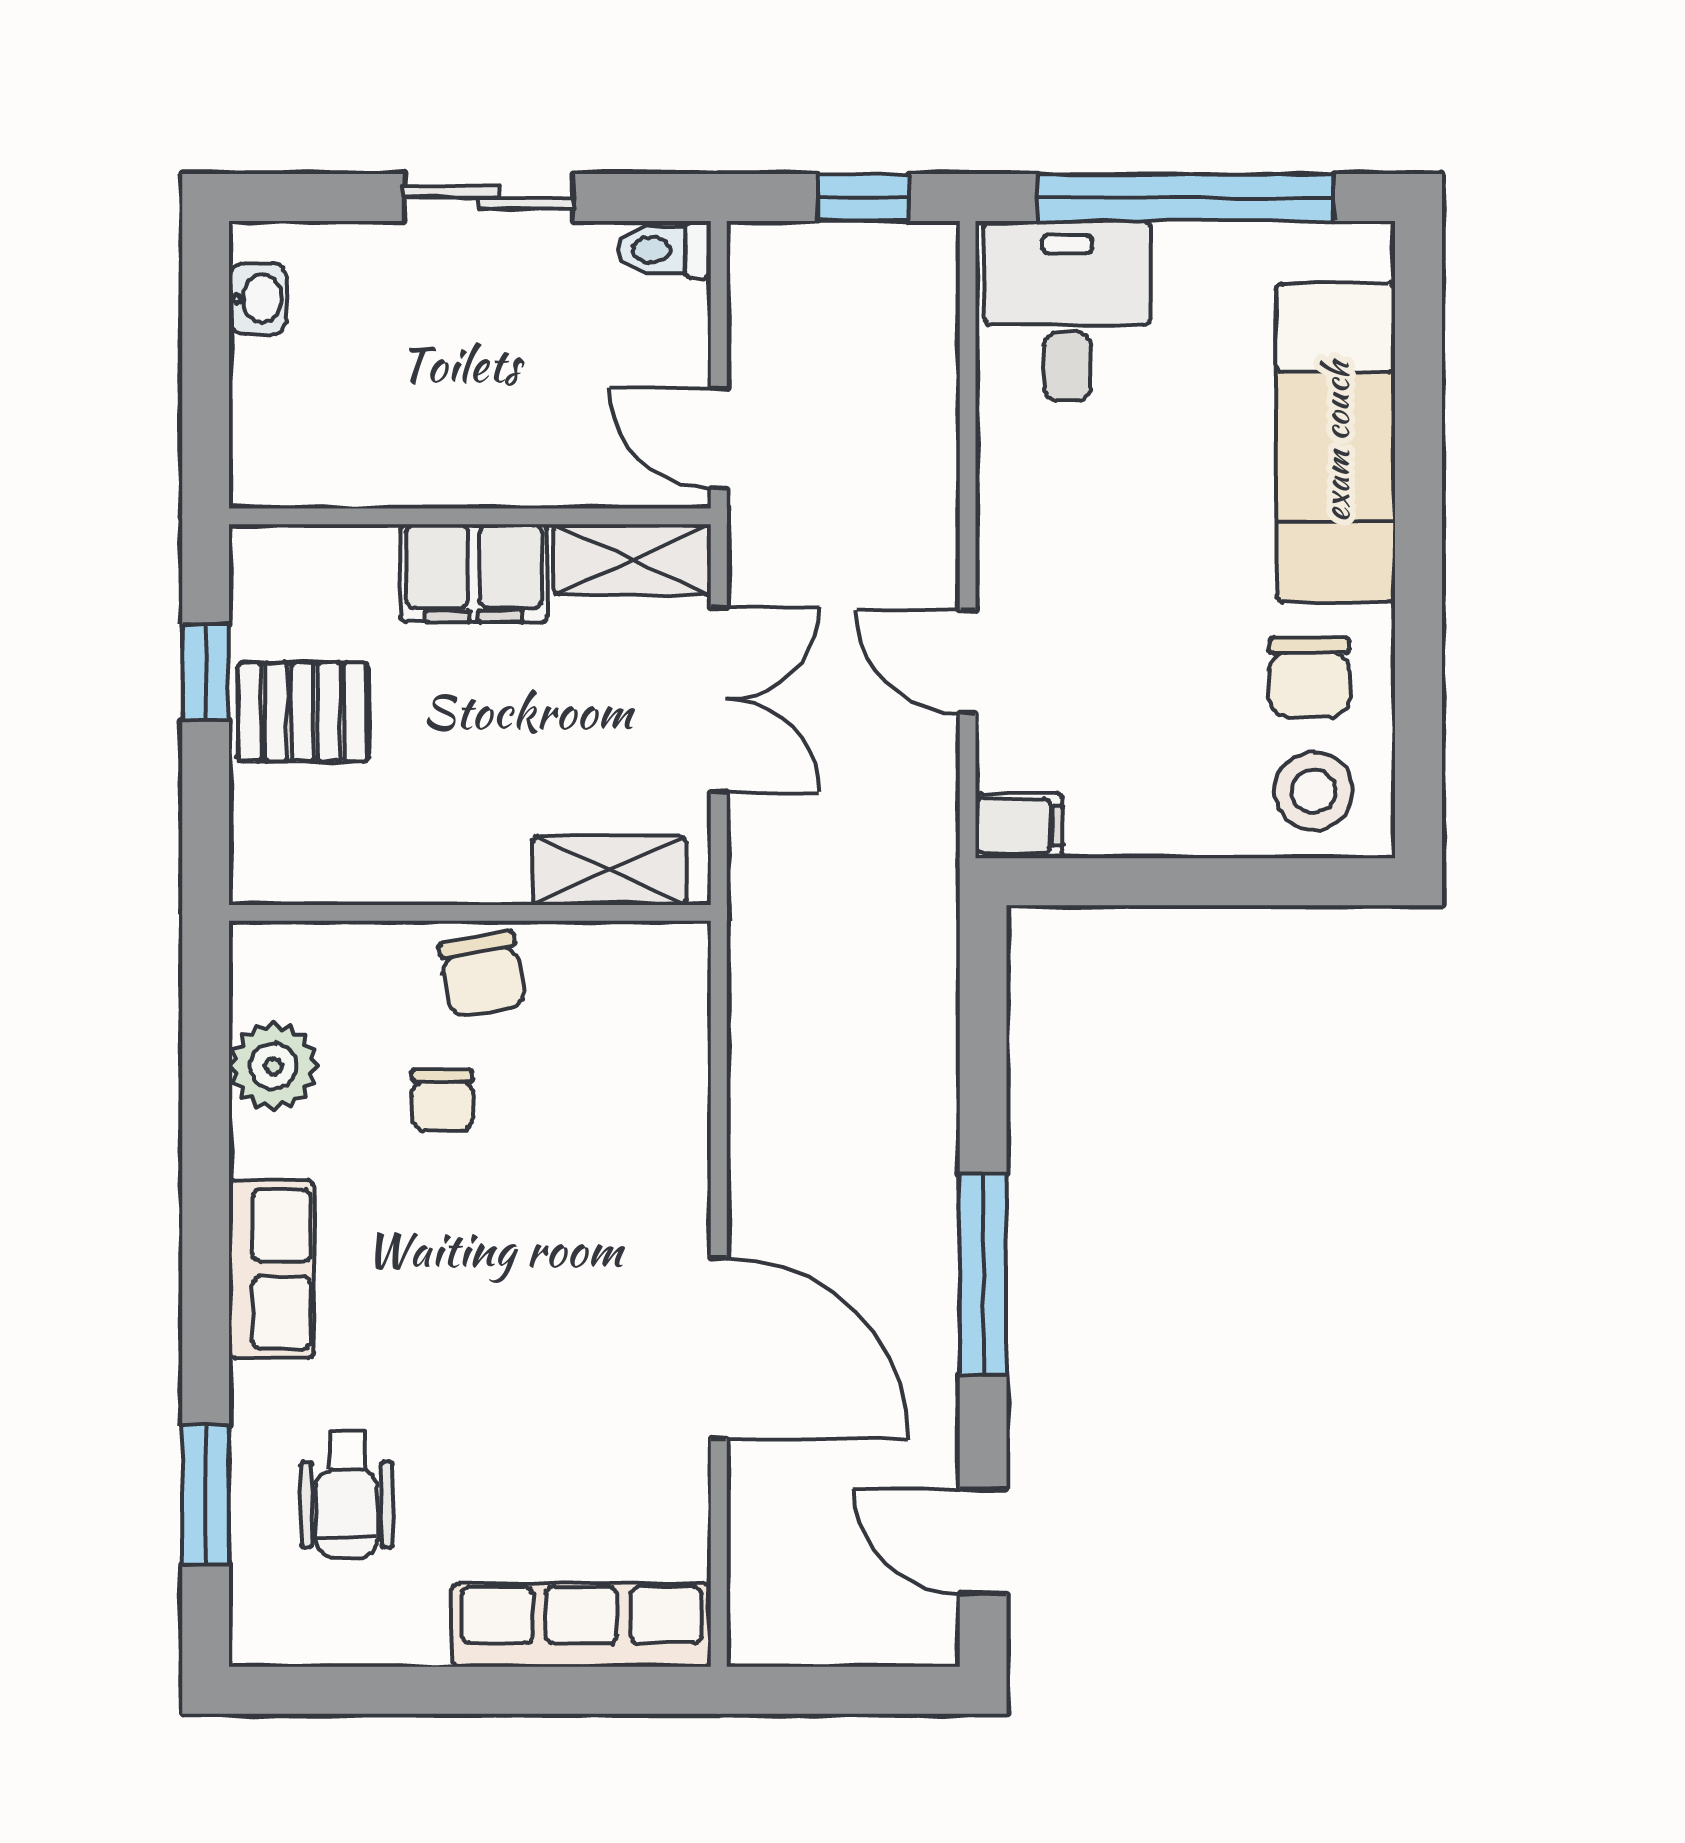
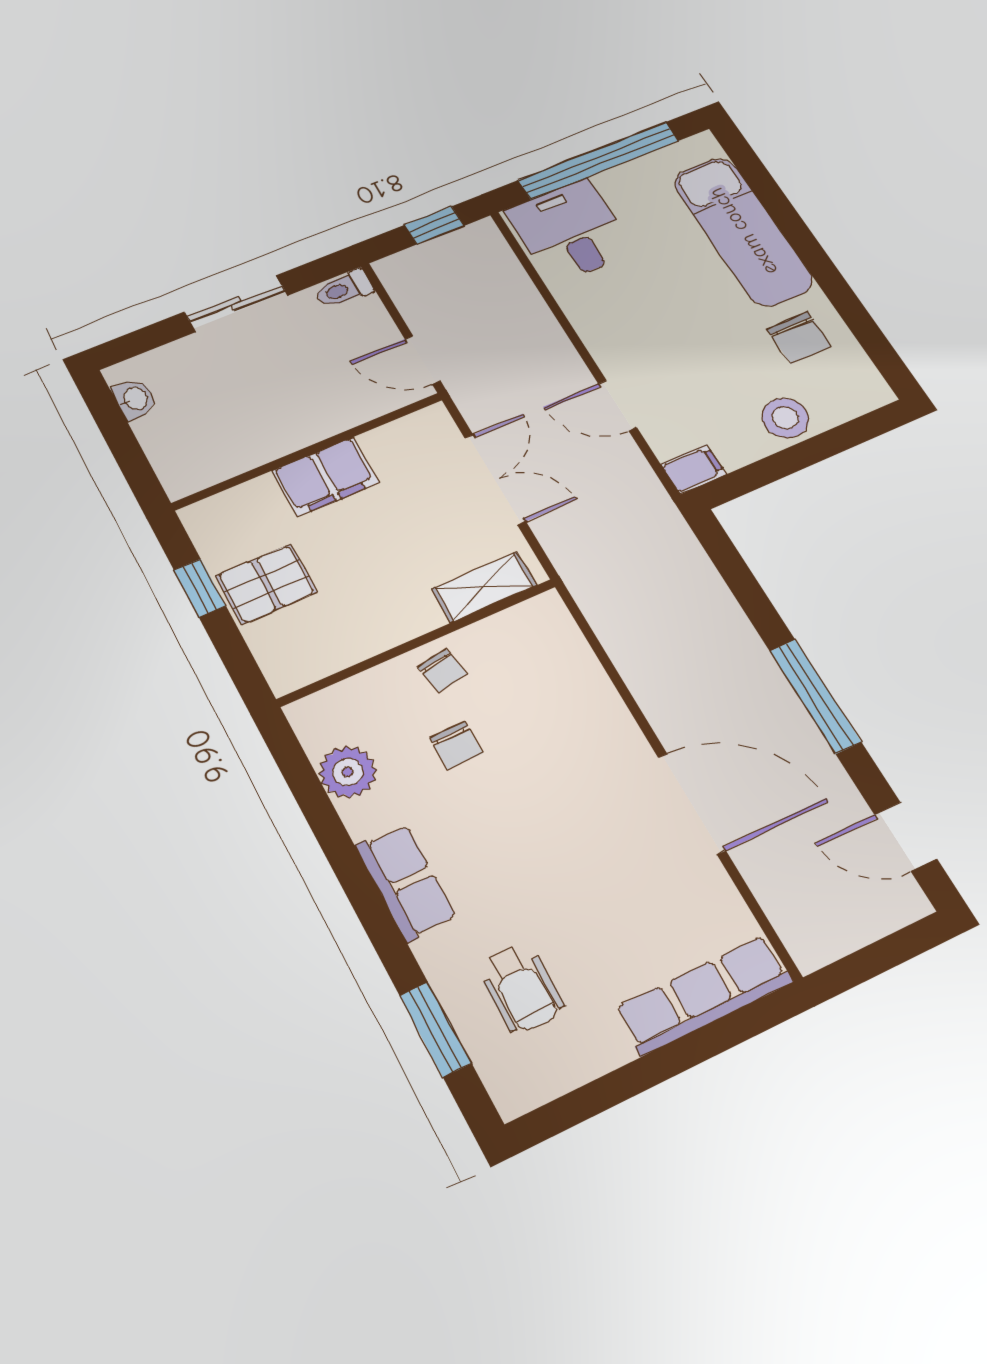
shelving: (632, 559) -> (409, 434), removed
stool: (1314, 791) -> (785, 418), moved
chair: (482, 975) -> (442, 671), width x0.73, depth x0.73

